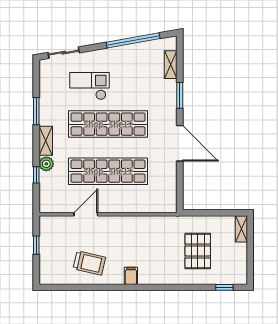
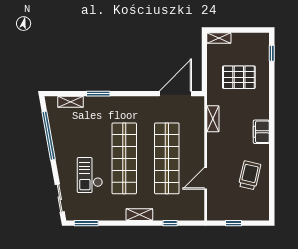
window: (36, 111) -> (86, 223), moved
door: (180, 143) -> (175, 94), moved
plant: (46, 164) -> (160, 214), removed
door: (86, 214) -> (206, 178), hinge flipped
shelving: (152, 222) -> (213, 119), added
filing cabinet: (131, 276) -> (261, 132), width x2.00

